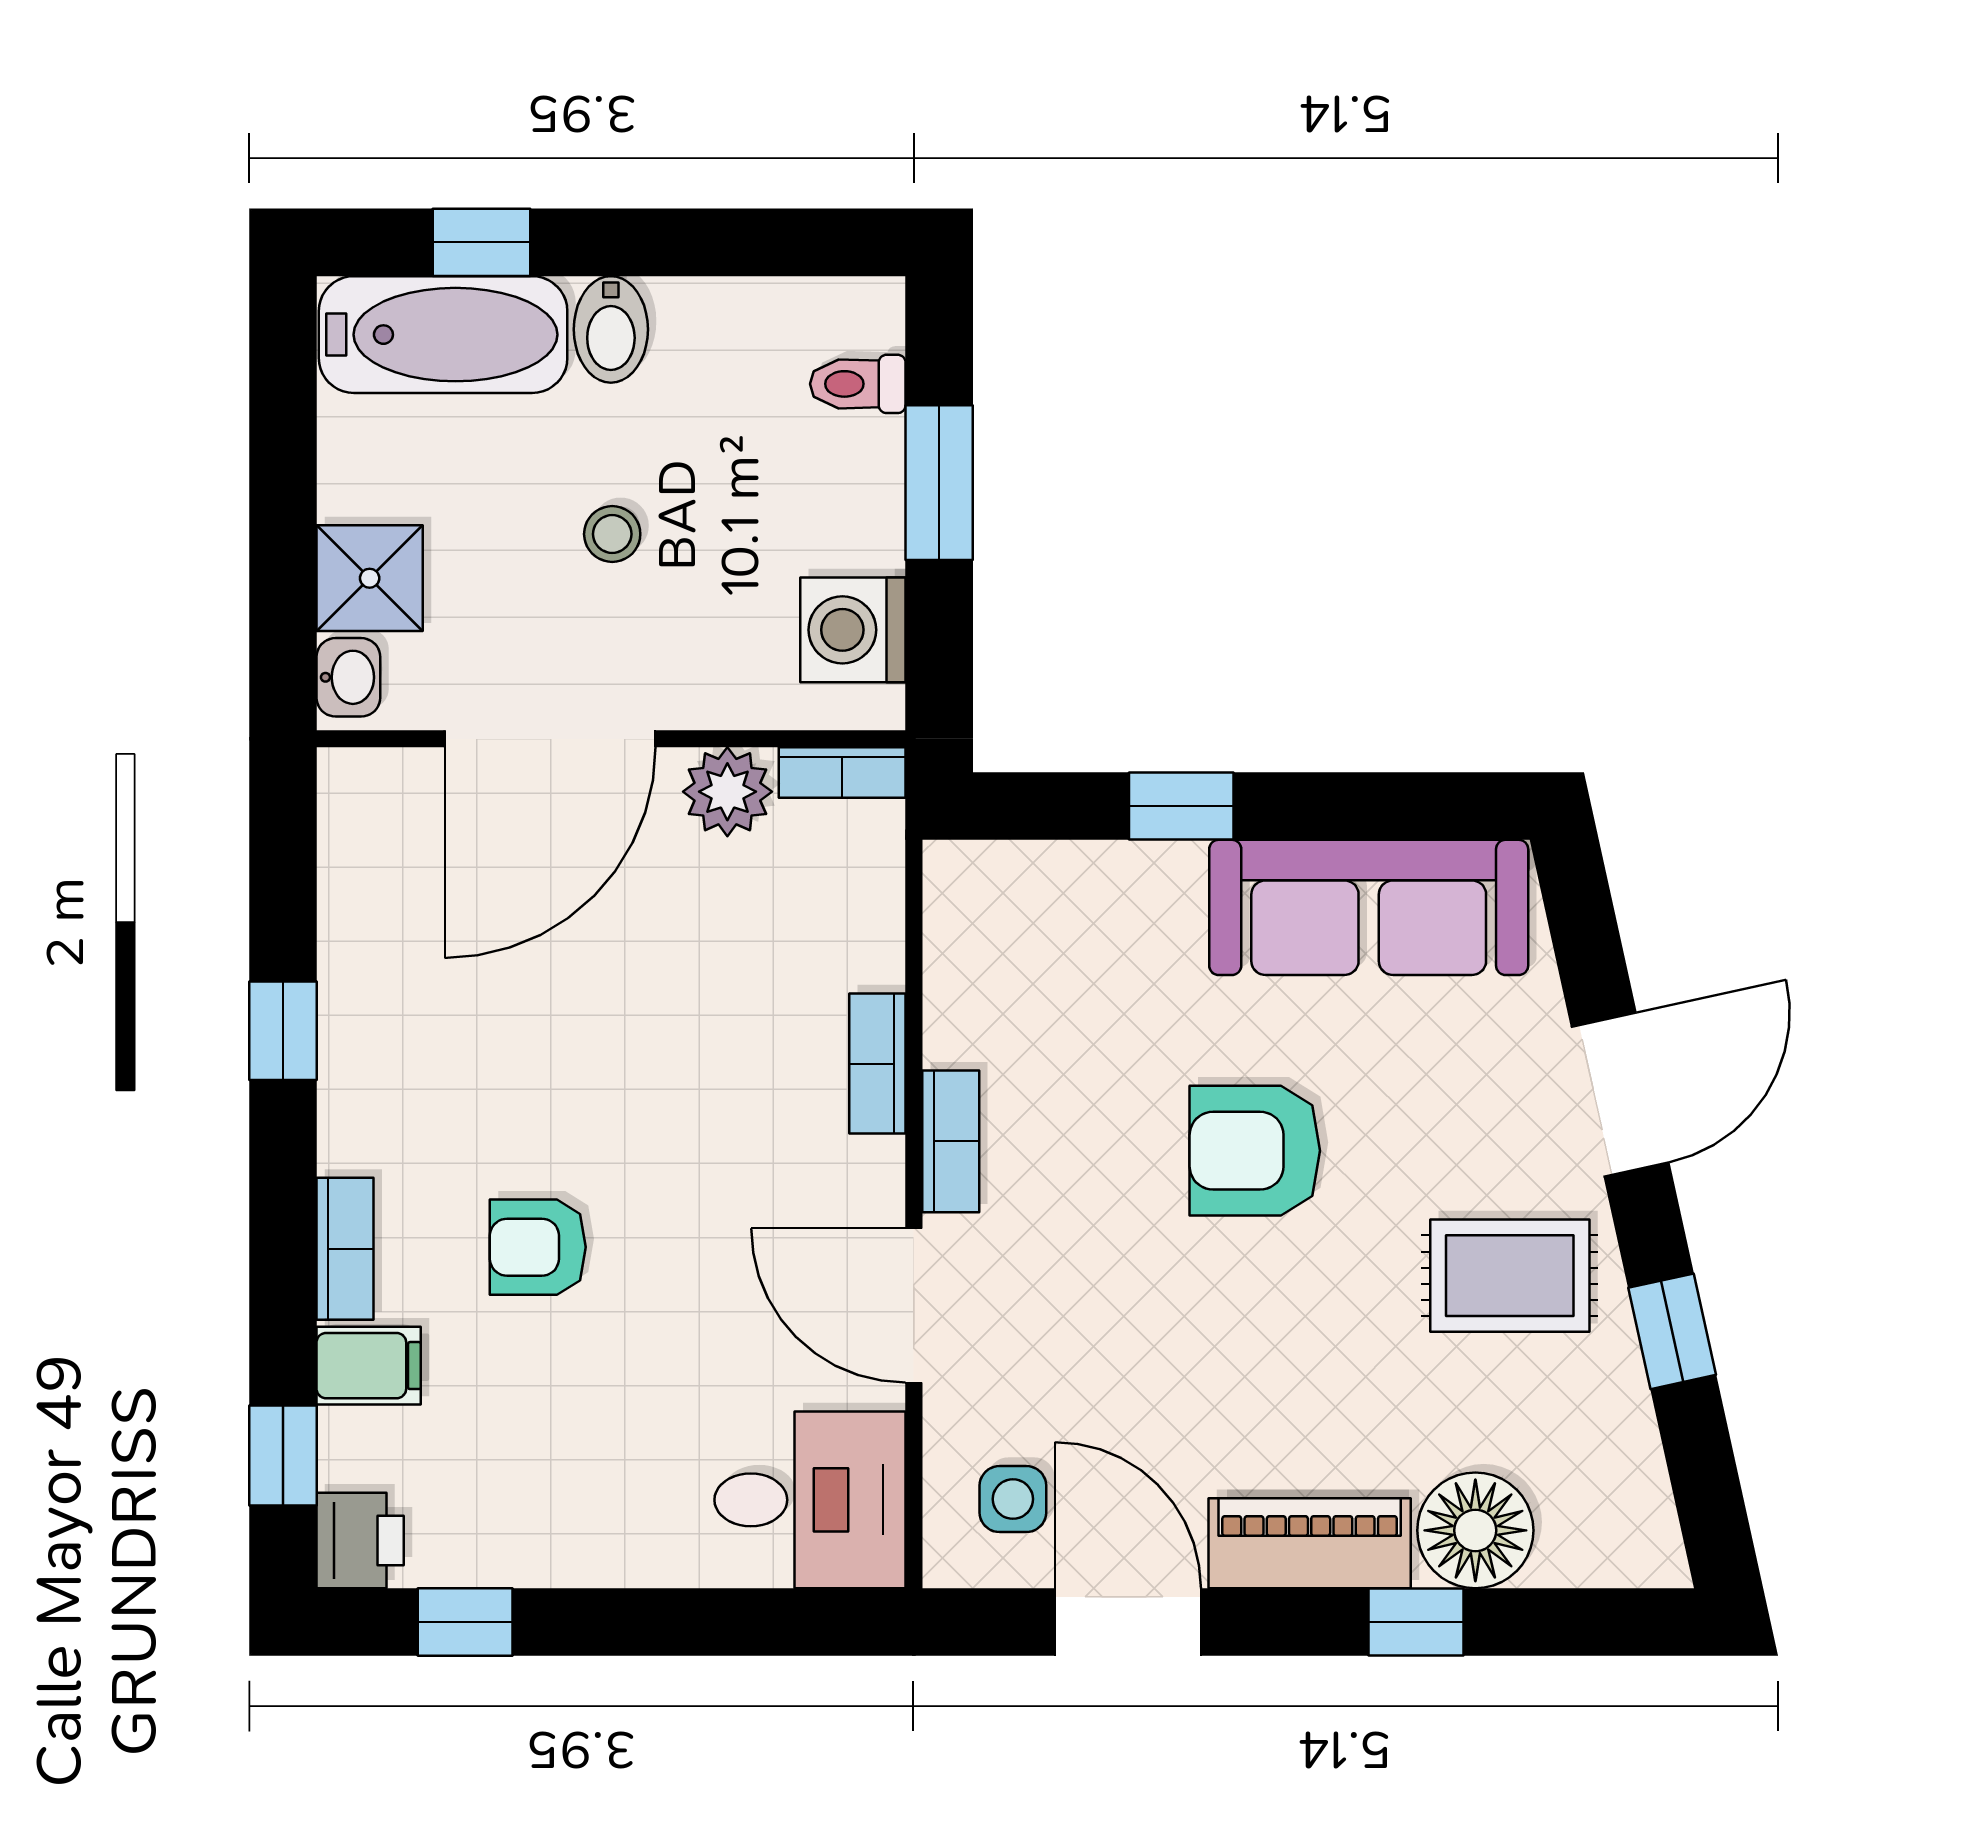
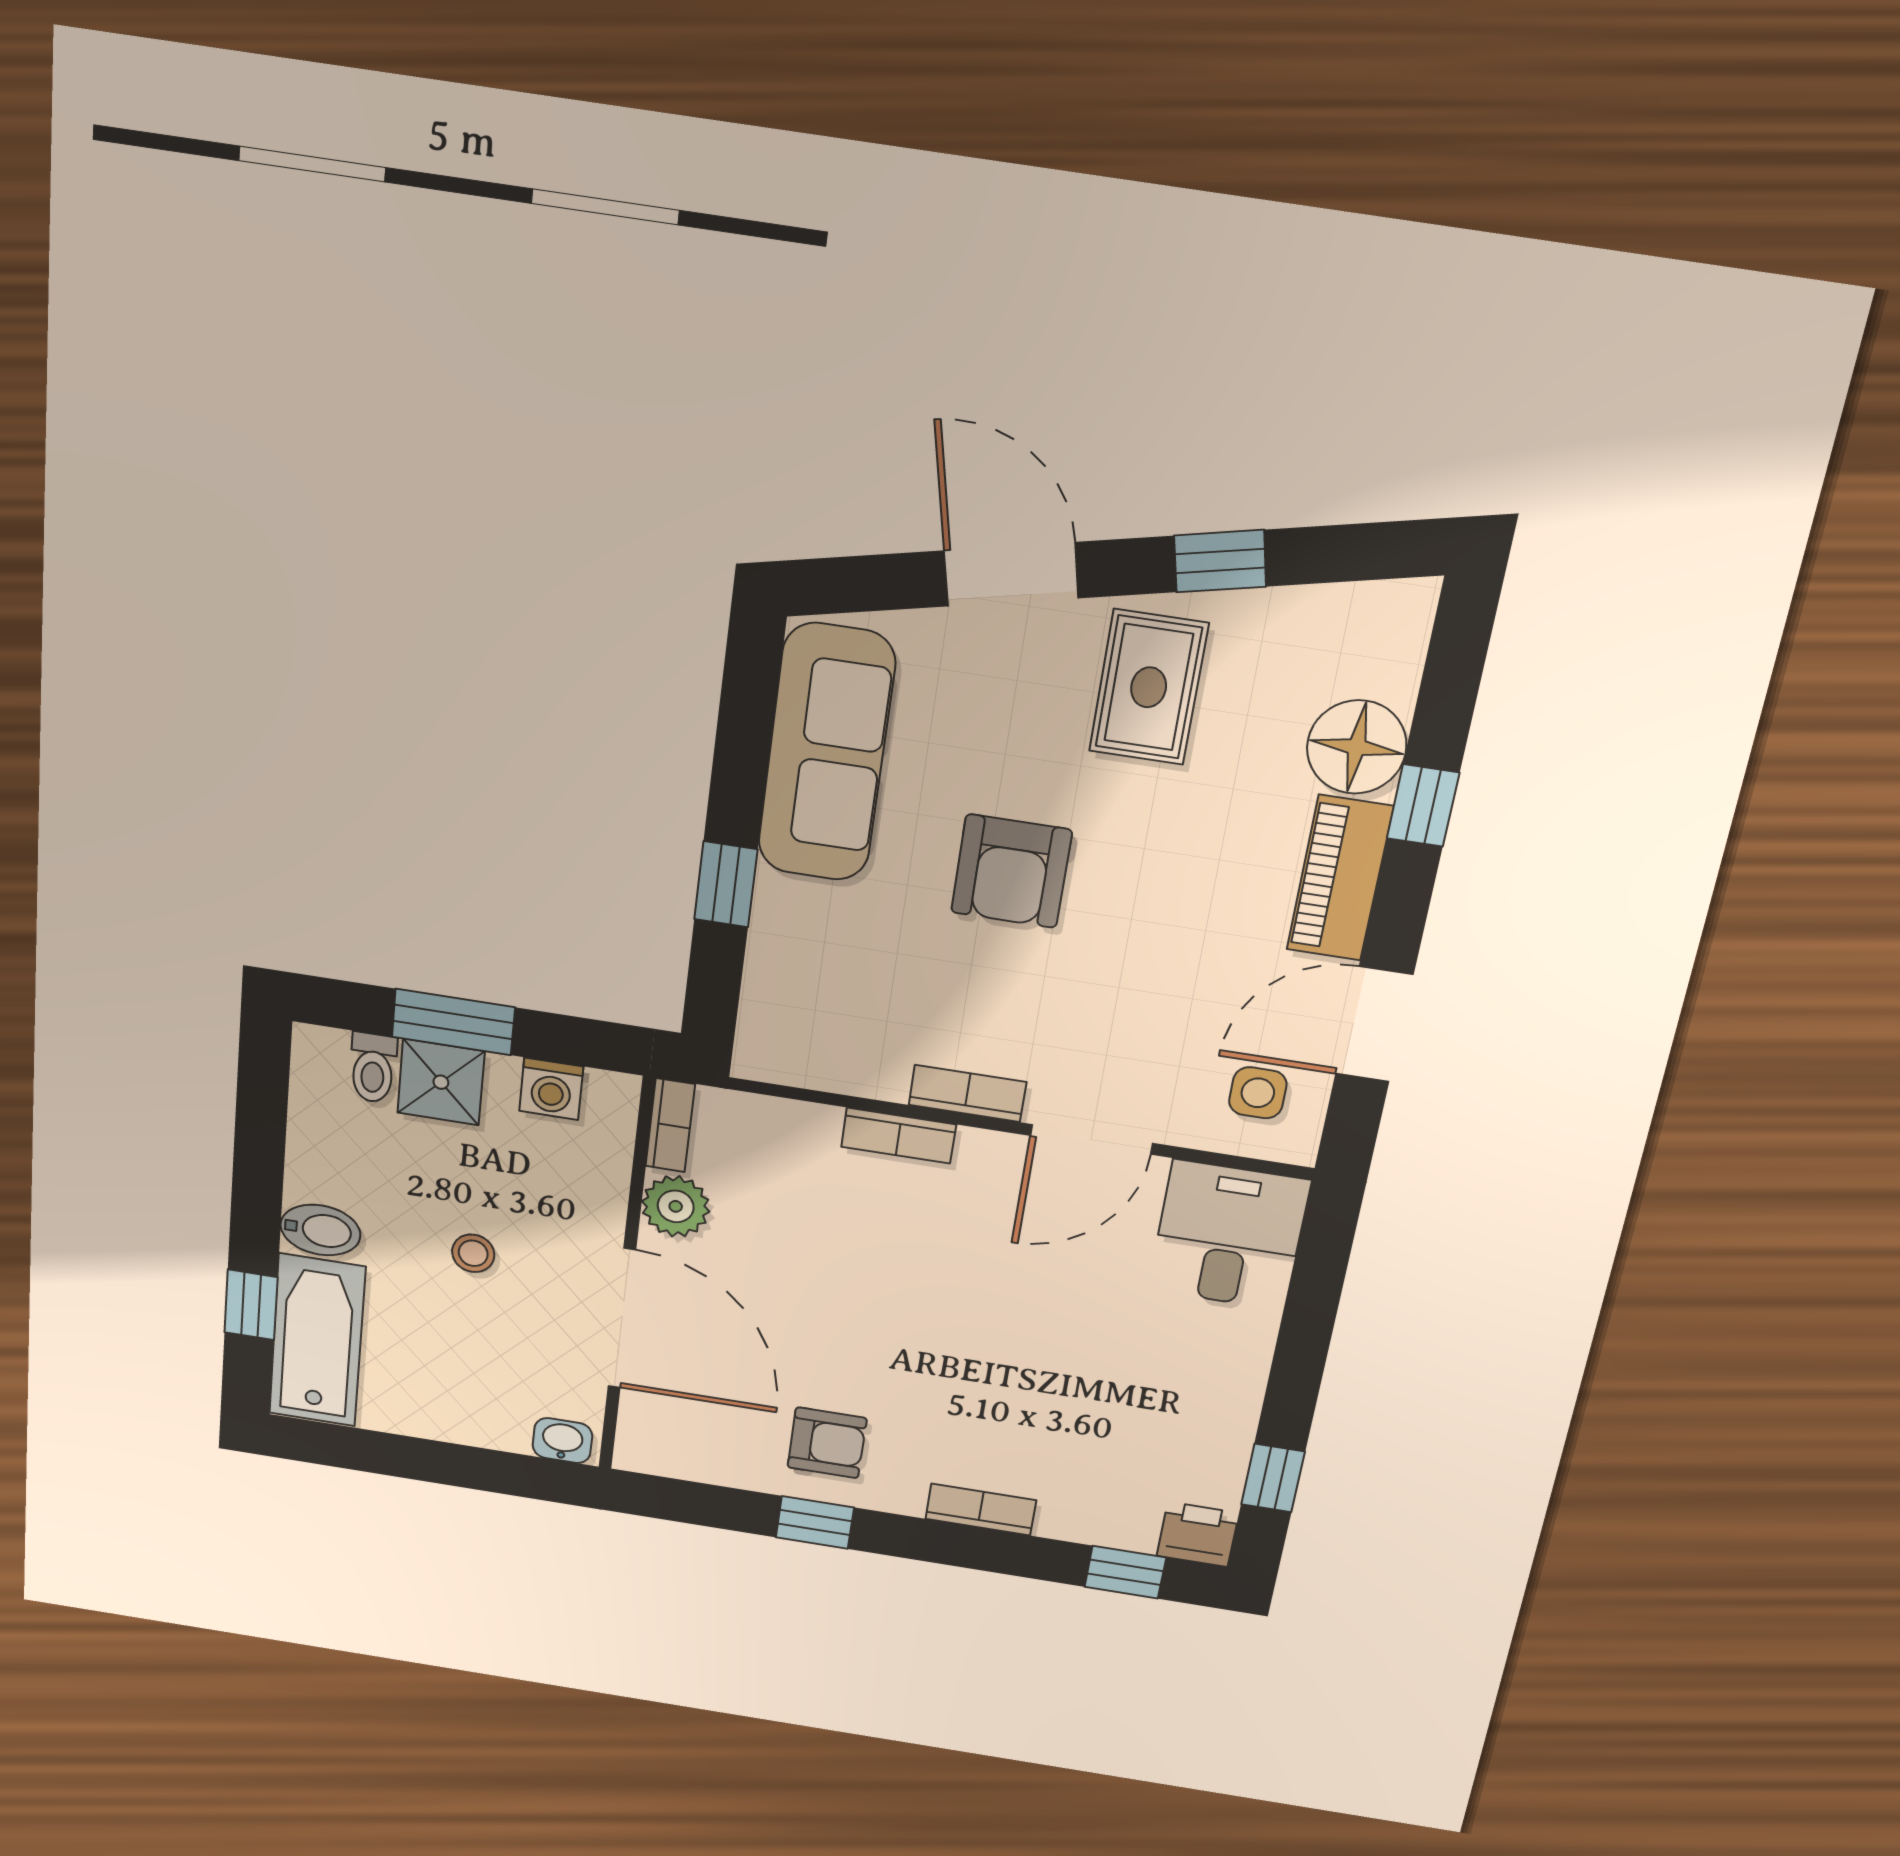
shower: (370, 578) -> (441, 1082), moved
washing machine: (853, 630) -> (551, 1089), width x0.73, depth x0.73
armchair: (538, 1247) -> (827, 1443), moved, turned -90
filing cabinet: (369, 1366) -> (1070, 1509), removed

